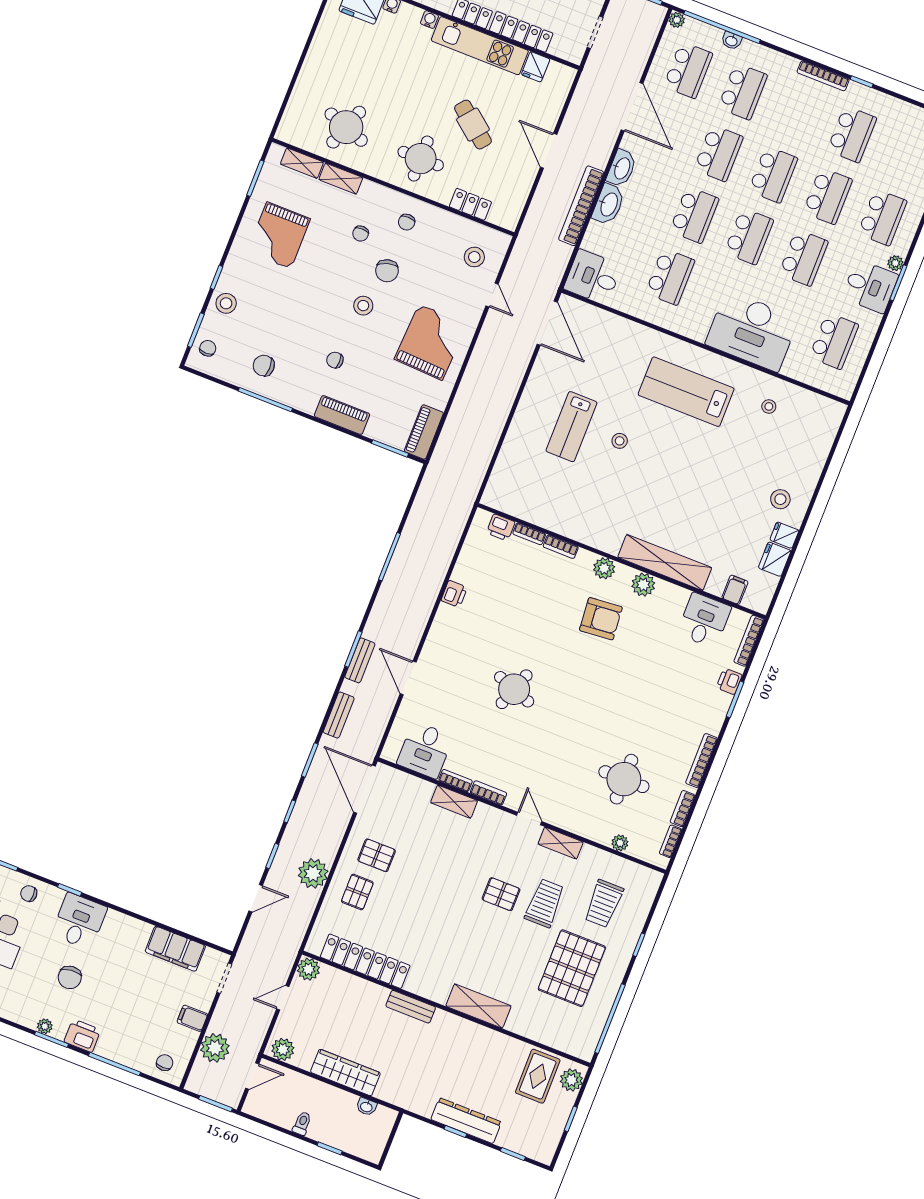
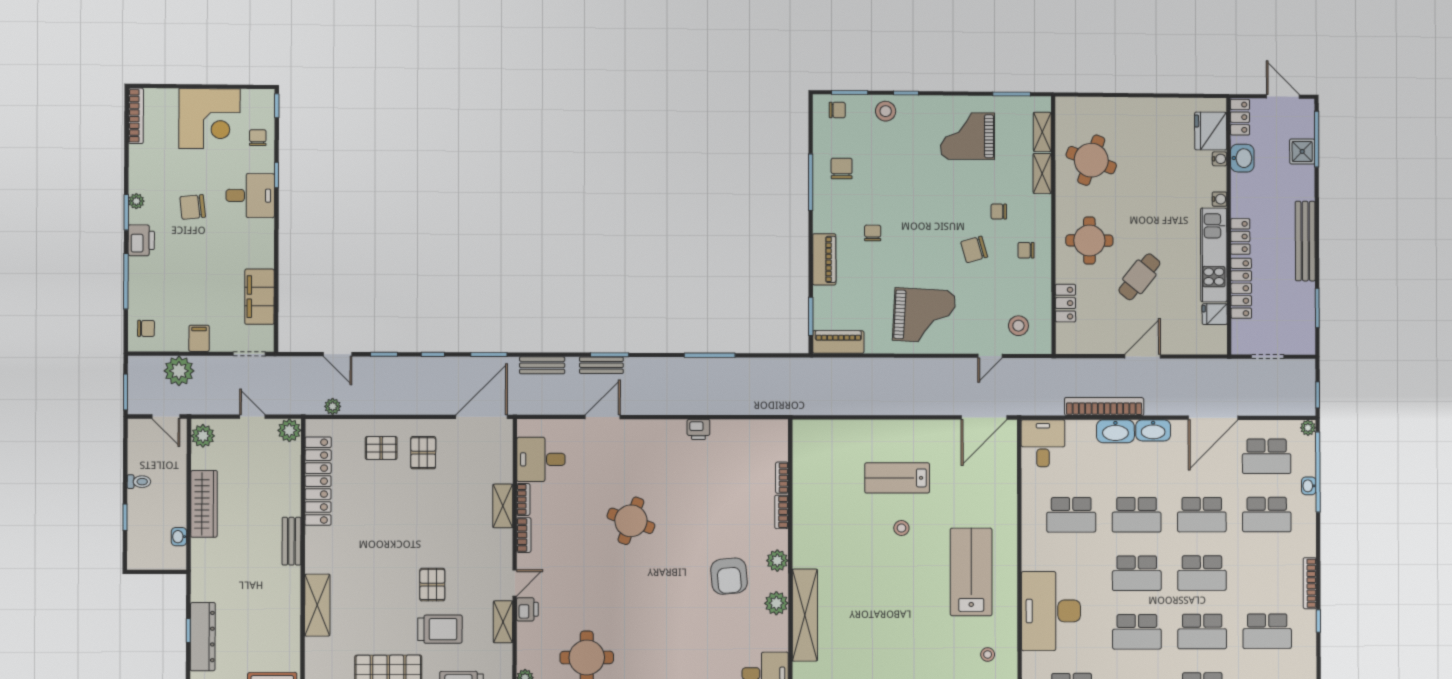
stool: (363, 306) -> (933, 240), removed
printer: (501, 527) -> (527, 609), moved, turned 180
plant: (313, 873) -> (333, 406), moved, width x0.53, depth x0.53

